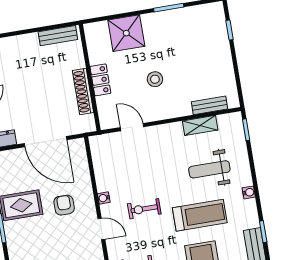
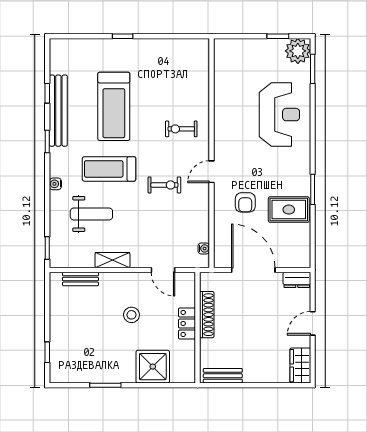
shelving: (200, 125) -> (112, 260), moved
water cooler: (104, 198) -> (204, 248), moved
door: (101, 229) -> (211, 172), hinge flipped

